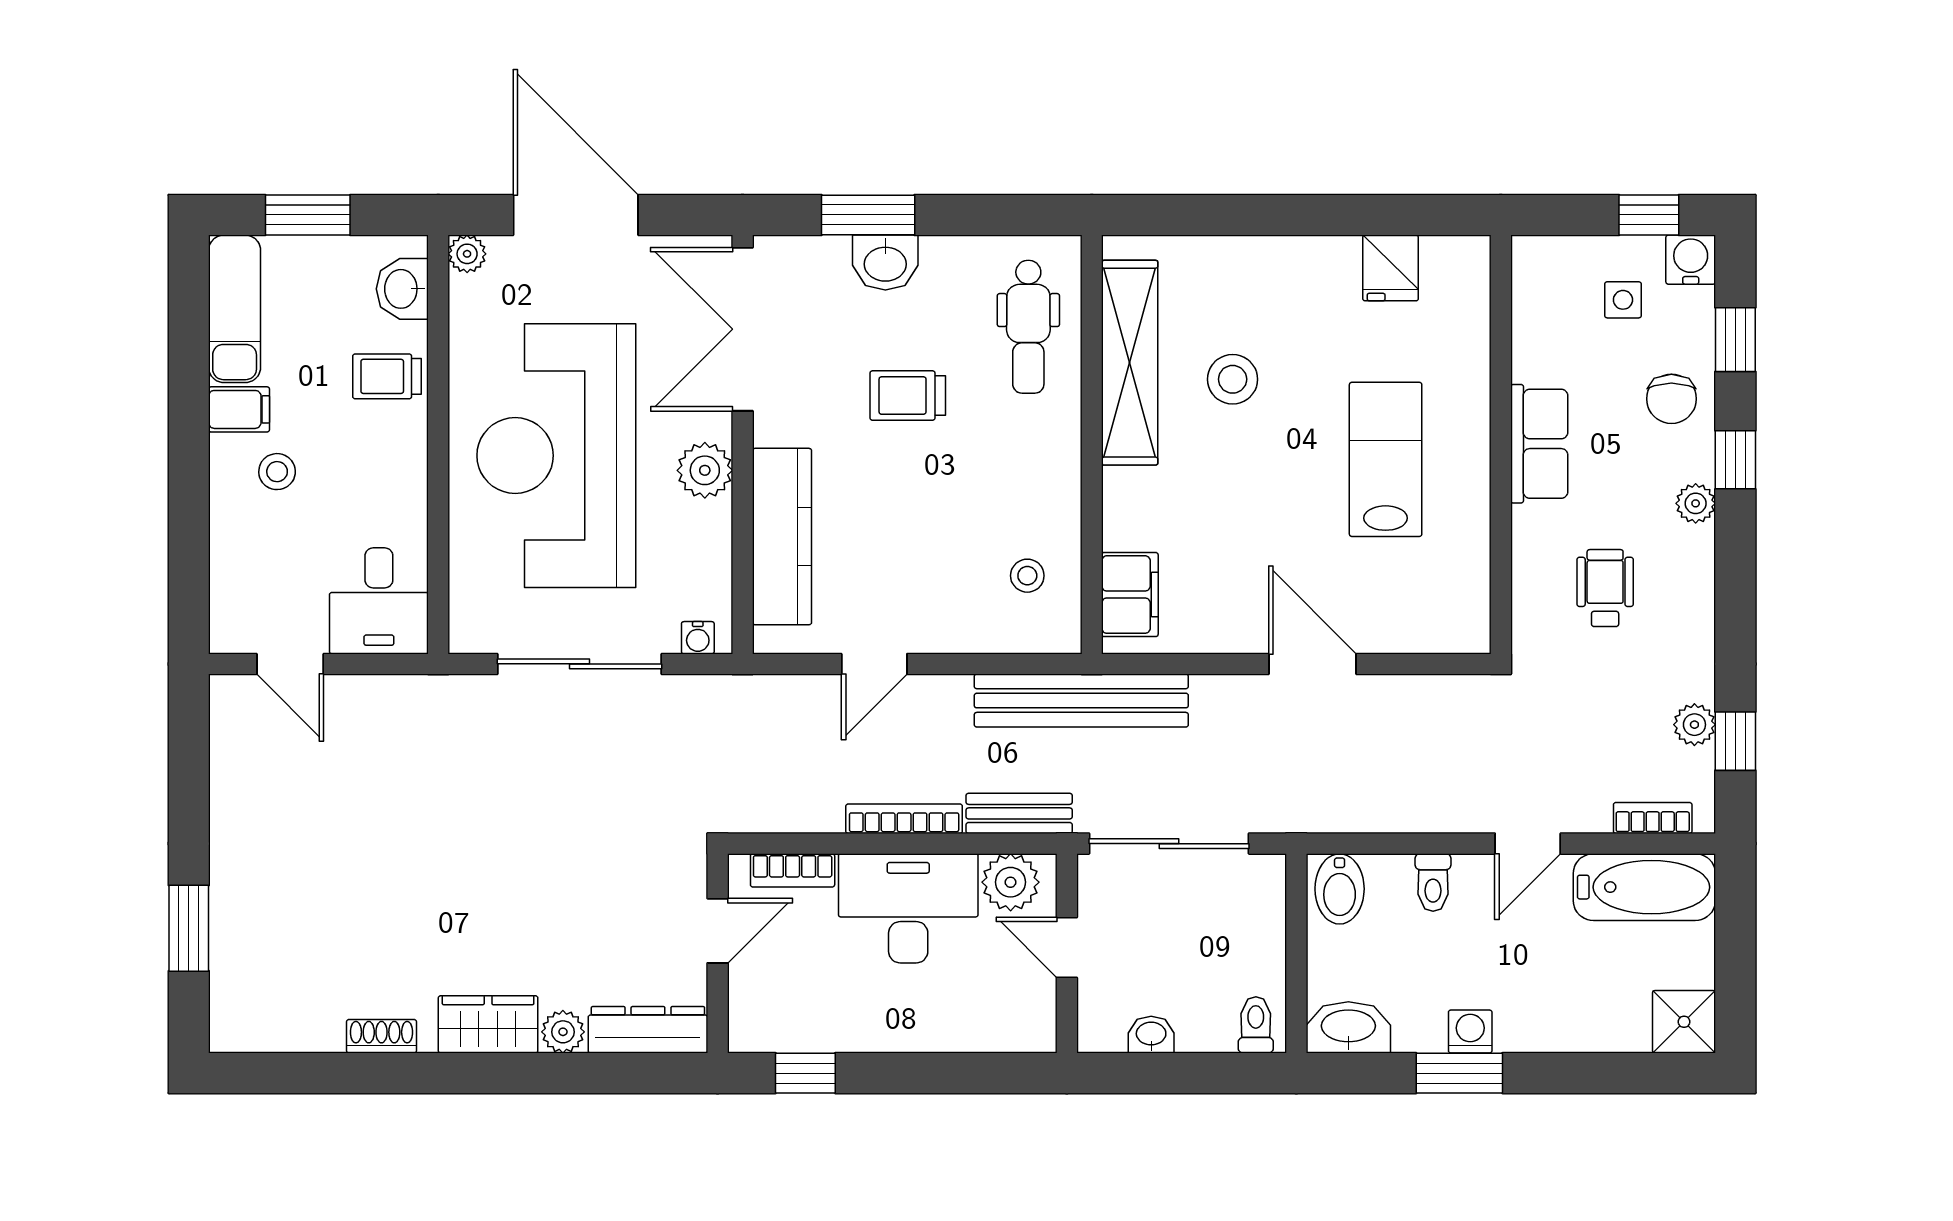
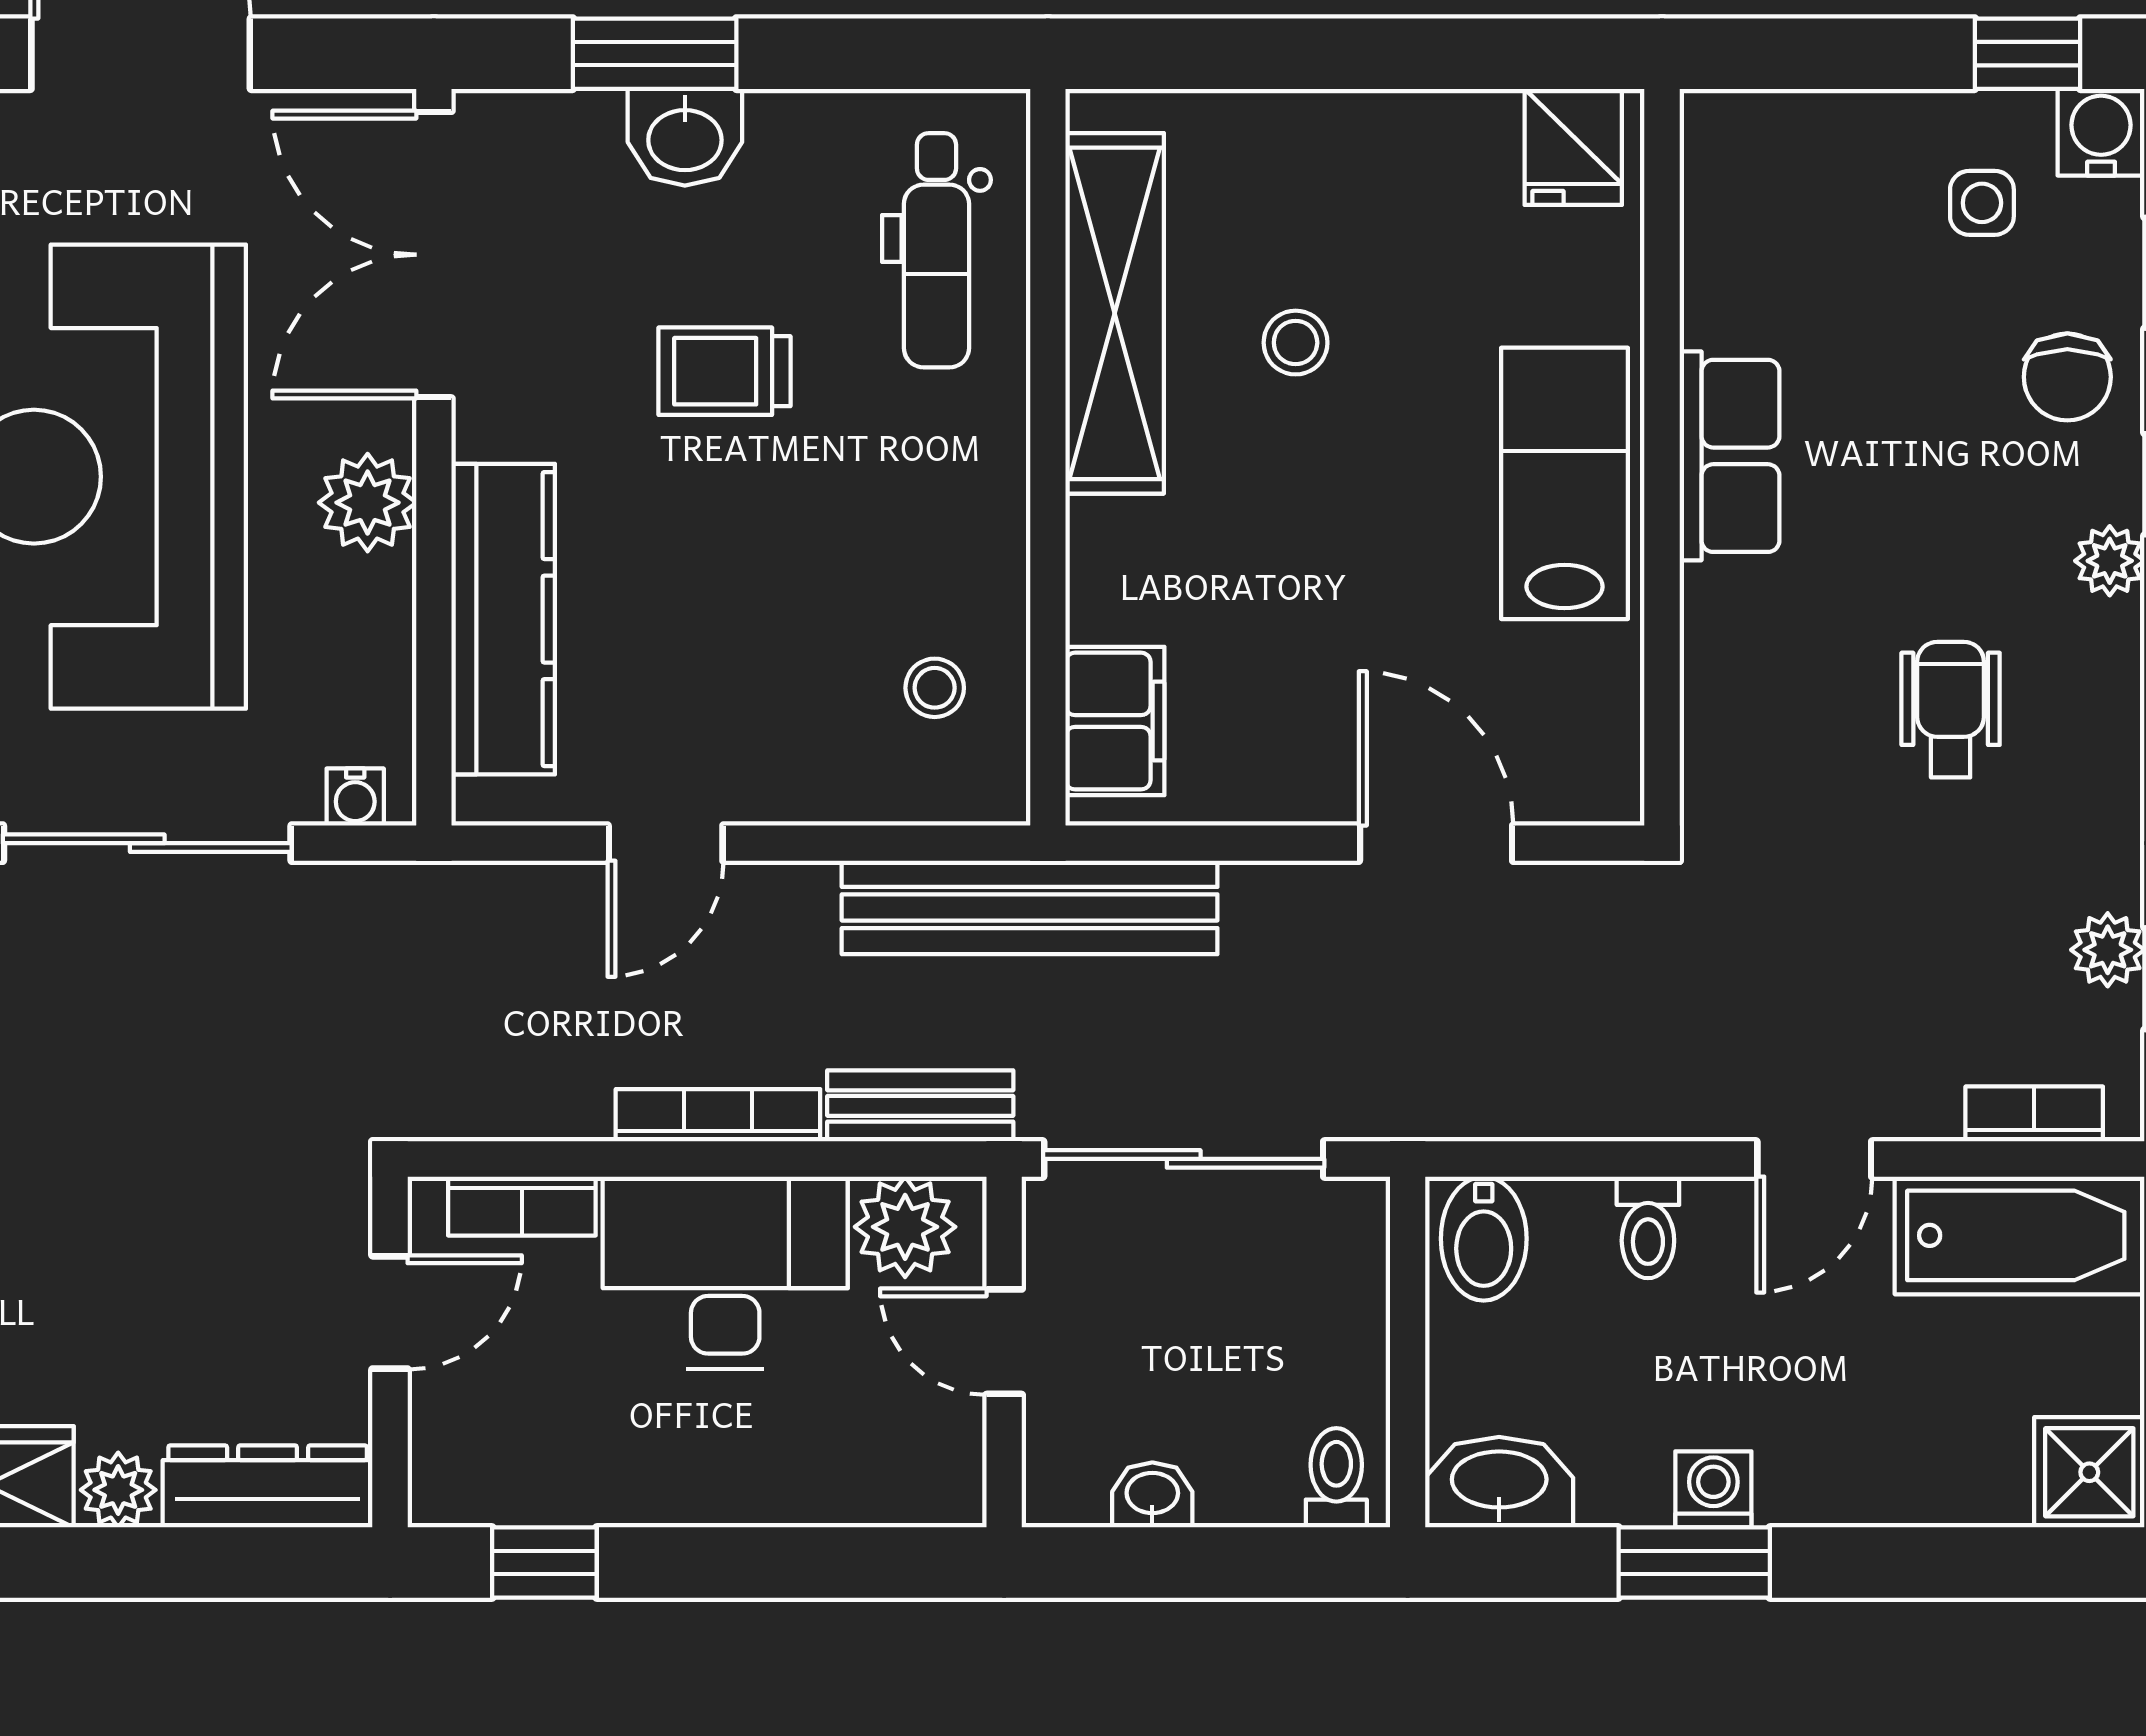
stool: (1233, 379) -> (1296, 343), width x0.73, depth x0.73
wall: (1501, 444) -> (1662, 457), moved
row of seats: (1539, 444) -> (1730, 456), moved

